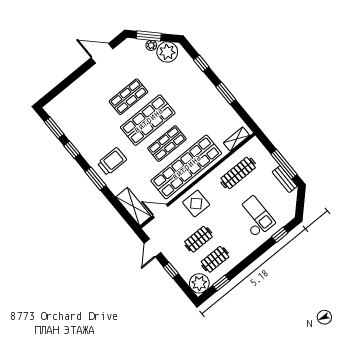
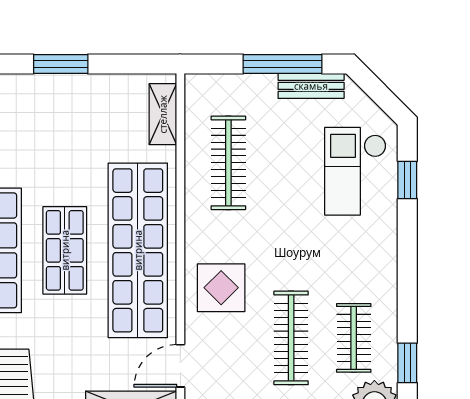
checkout: (255, 217) -> (355, 171), moved, turned -90
clothes rail: (198, 239) -> (291, 338), width x1.36

